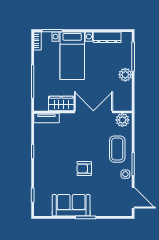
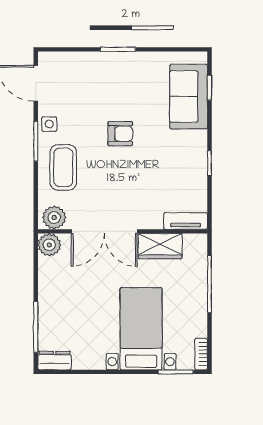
dresser: (107, 37) -> (54, 360), moved, width x0.70
plant: (125, 75) -> (49, 245), moved
sofa: (71, 205) -> (189, 97), moved, turned 90

